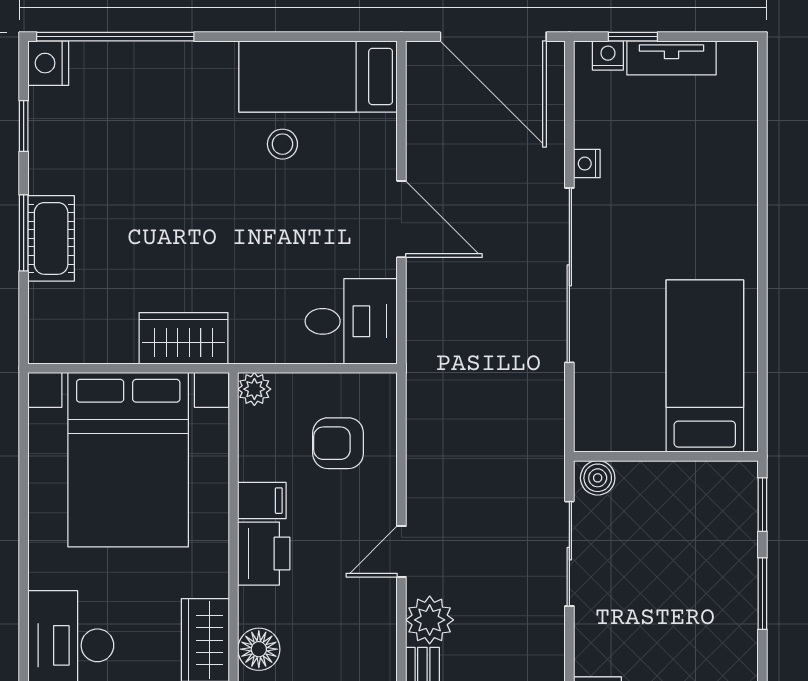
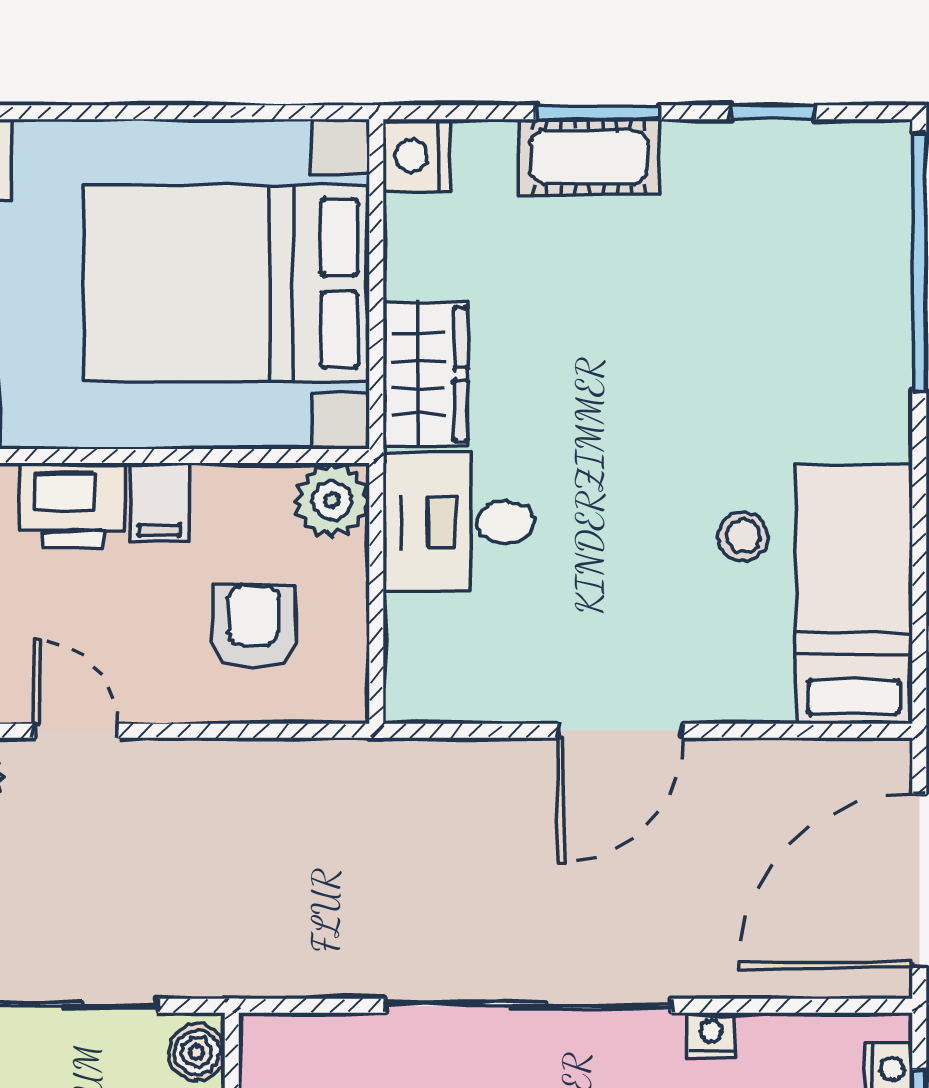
nightstand: (48, 63) -> (416, 156), moved, turned -90
desk: (351, 321) -> (458, 522), moved, turned 90
plant: (254, 389) -> (332, 500), width x1.38, depth x1.38

